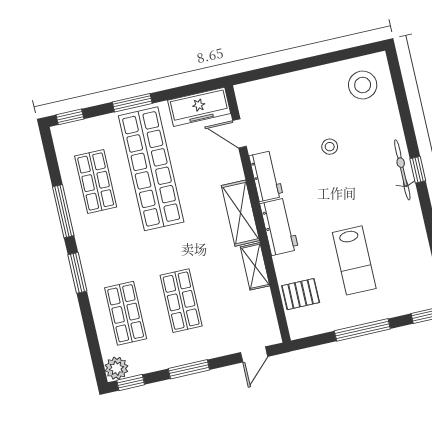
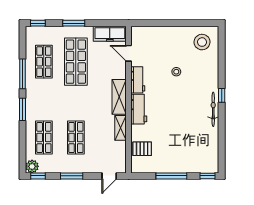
shop shelf: (151, 169) -> (76, 62), width x0.71
bicycle: (402, 170) -> (213, 109), moved
lab bench: (354, 260) -> (176, 137), removed

